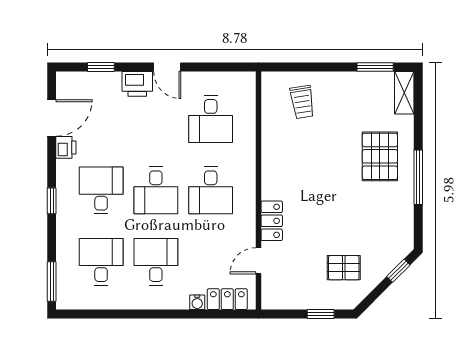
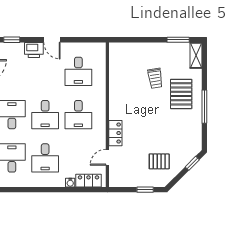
trolley: (302, 102) -> (155, 78), moved
desk: (156, 262) -> (45, 158), turned 180

